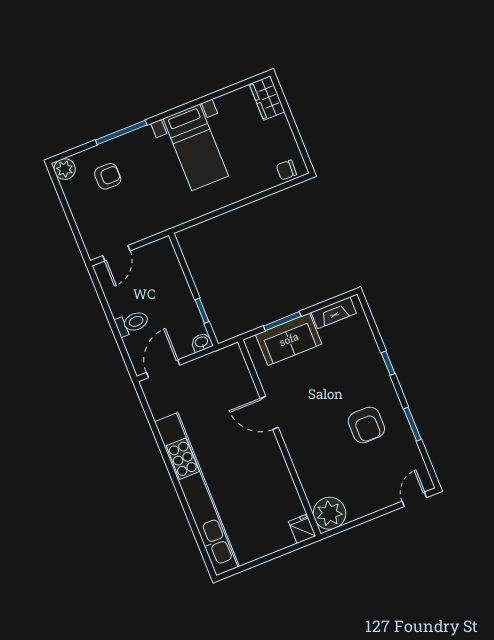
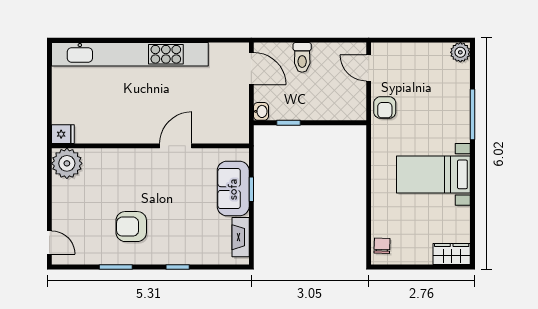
armchair: (108, 176) -> (385, 108), moved
window: (282, 321) -> (251, 189), width x0.67

